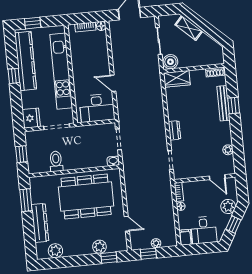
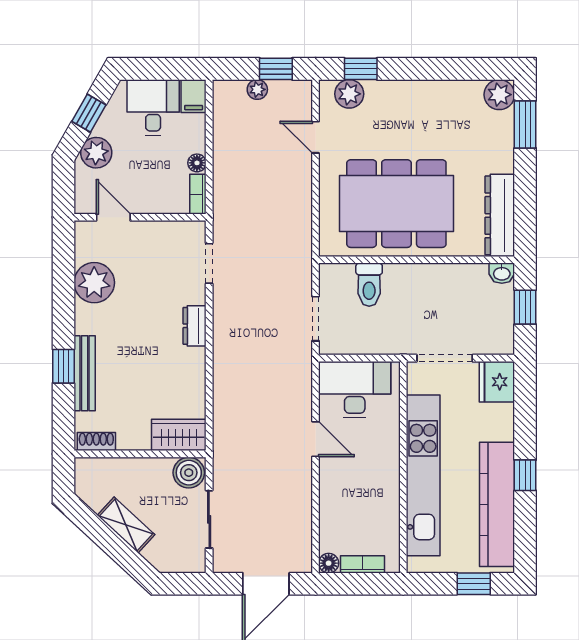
shelving: (189, 28) -> (126, 525), moved
plant: (228, 150) -> (94, 283), width x1.88, depth x1.88
toilet: (56, 161) -> (369, 285), moved
washbasin: (113, 161) -> (502, 273), moved
window: (26, 200) -> (525, 124), moved
dresser: (40, 223) -> (500, 215), moved
plant: (99, 247) -> (349, 94), moved
plant: (55, 251) -> (499, 95), moved

